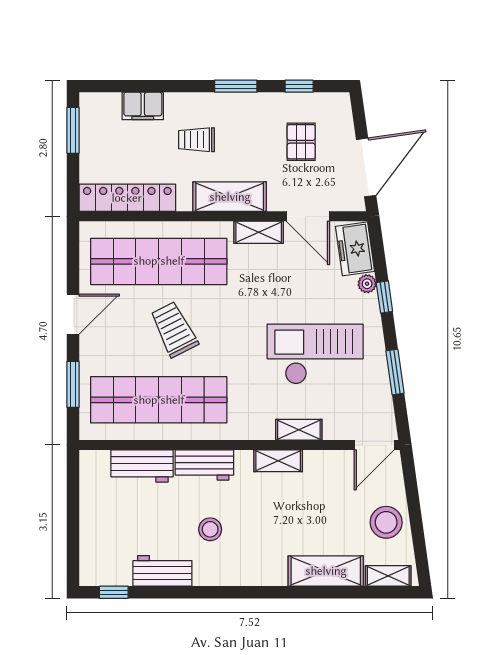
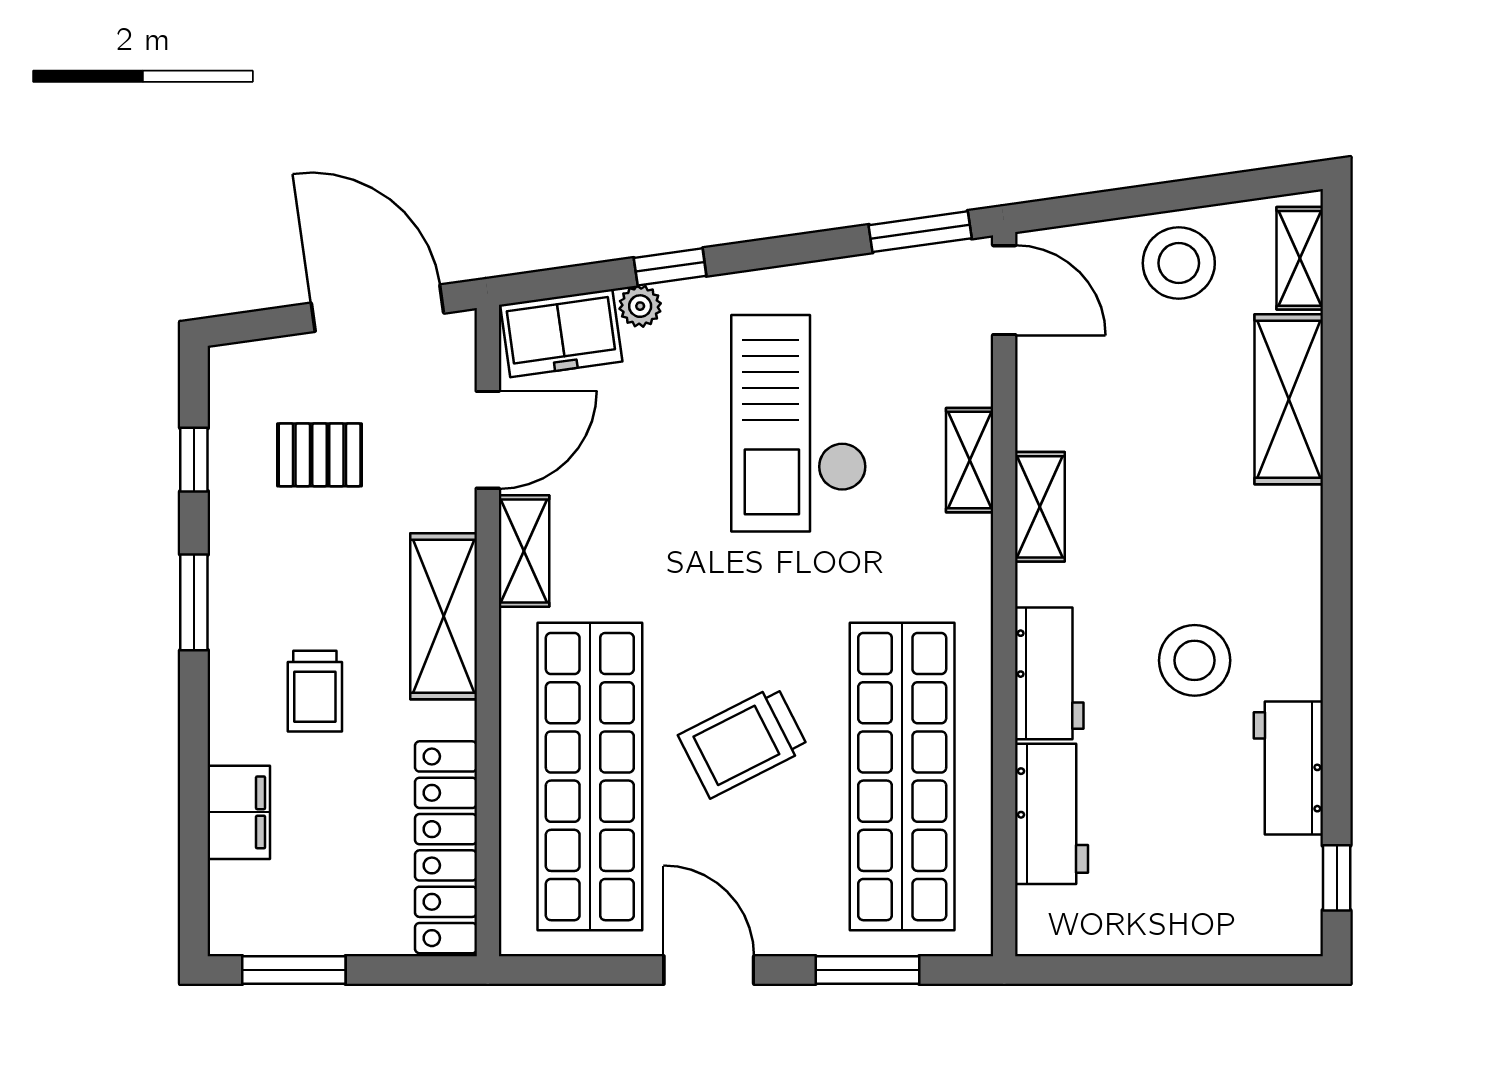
window: (395, 372) -> (920, 232), moved
stool: (210, 529) -> (1195, 660), width x1.38, depth x1.38

